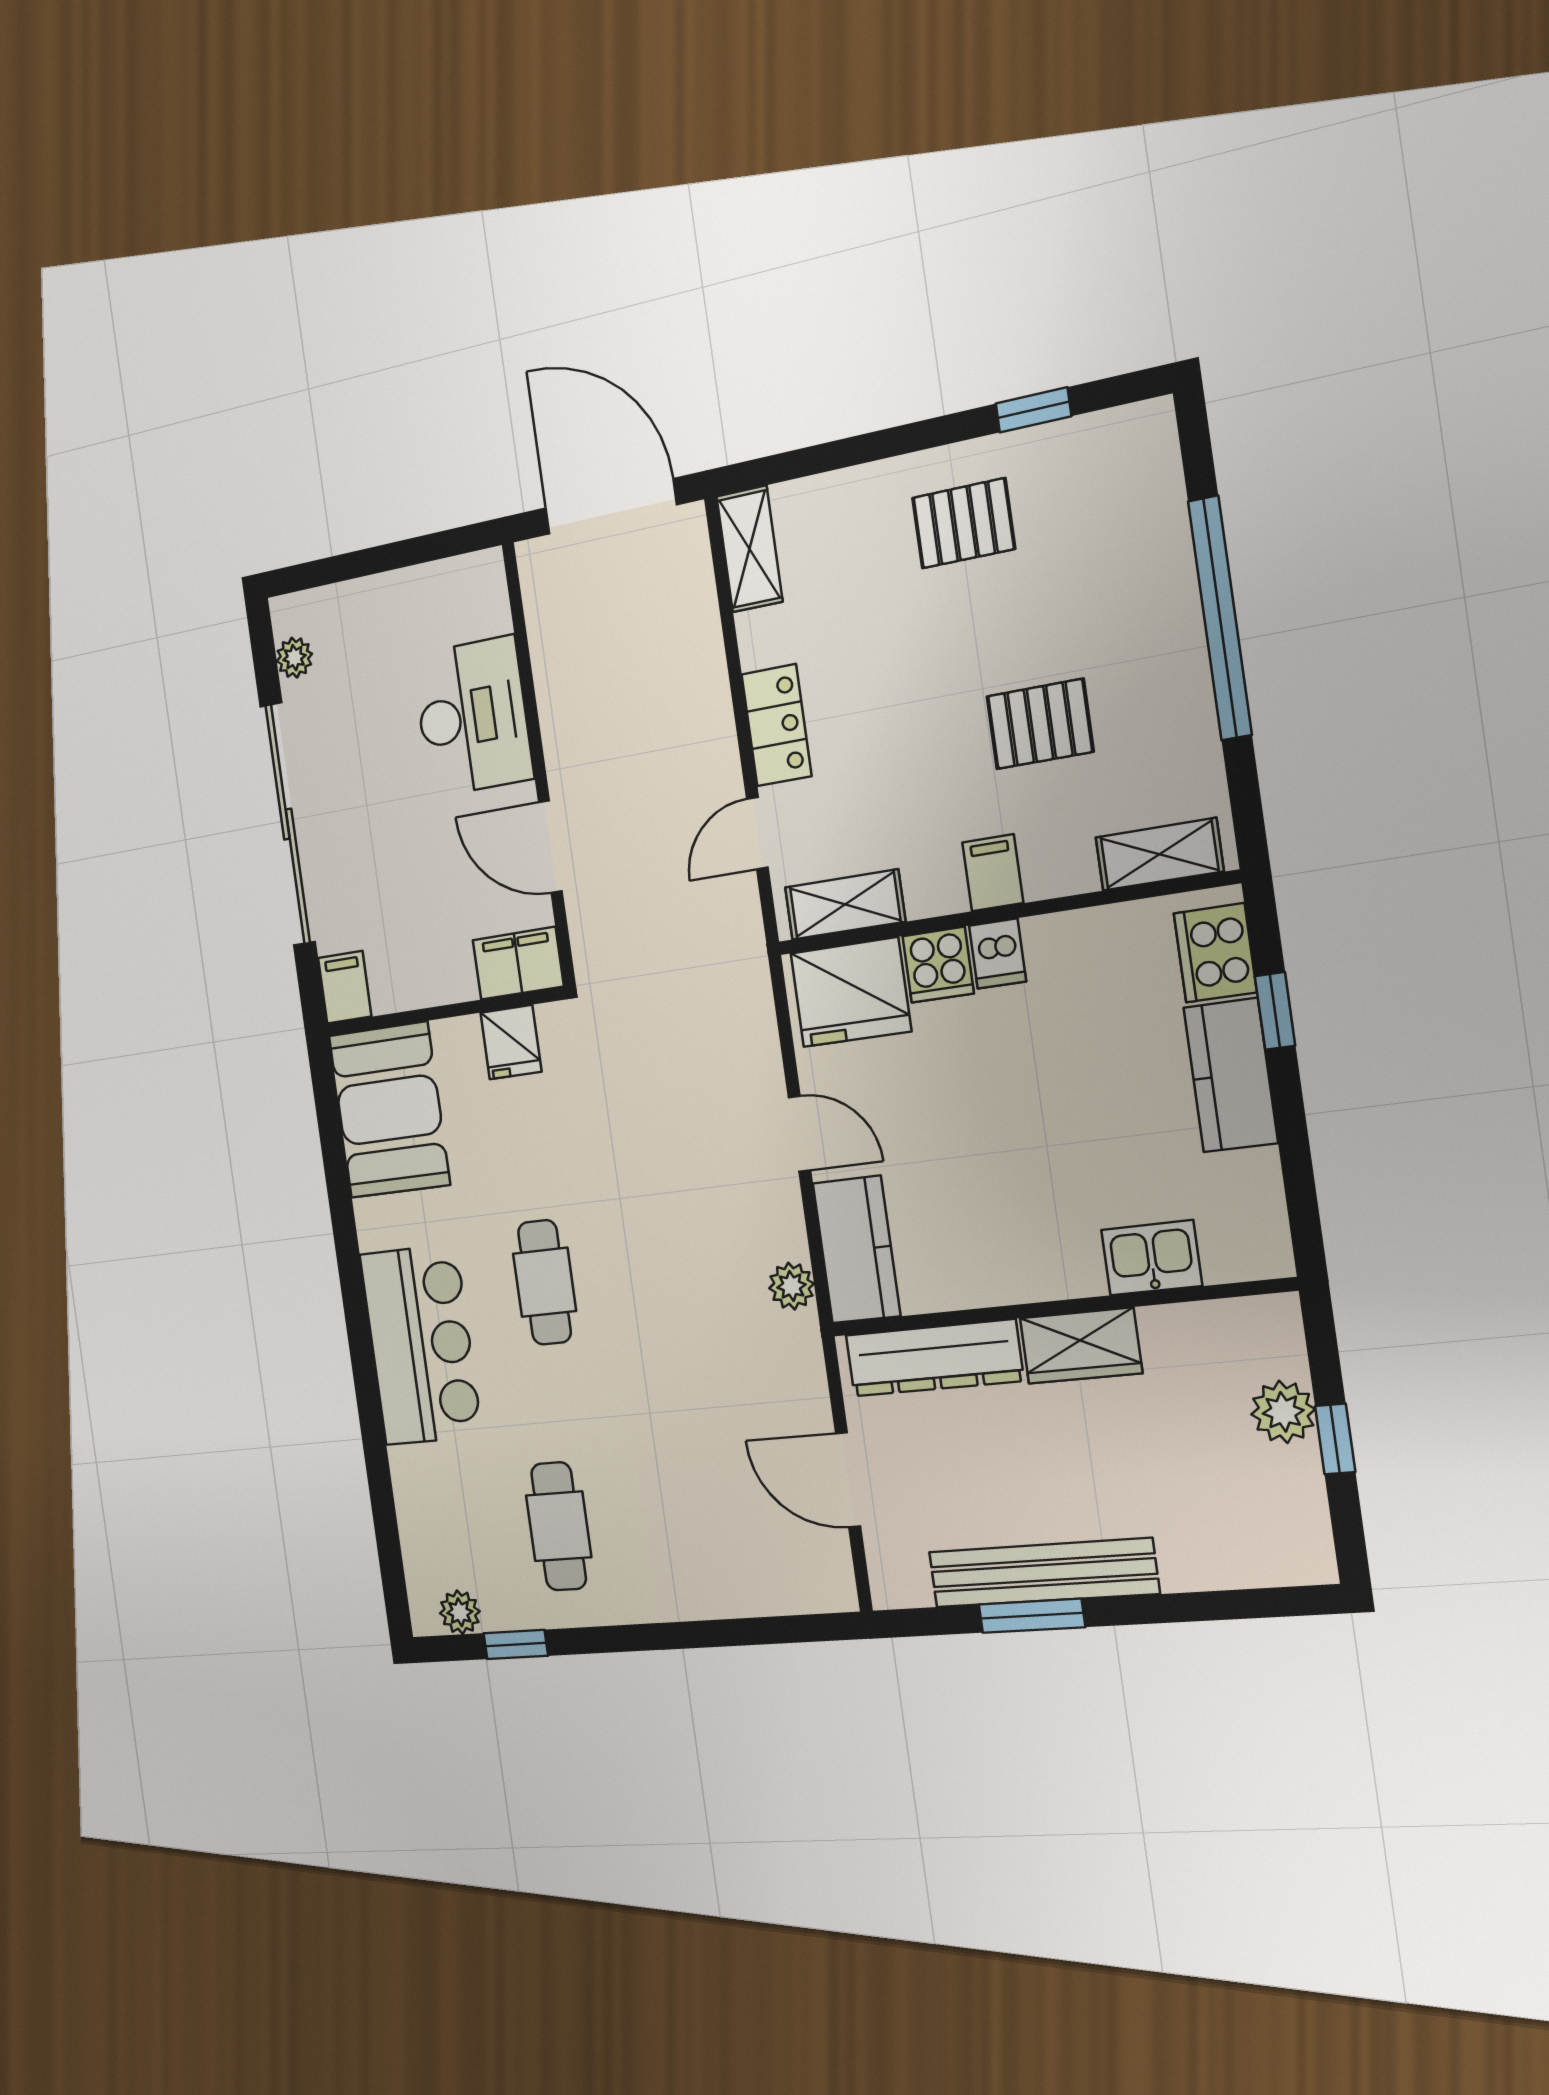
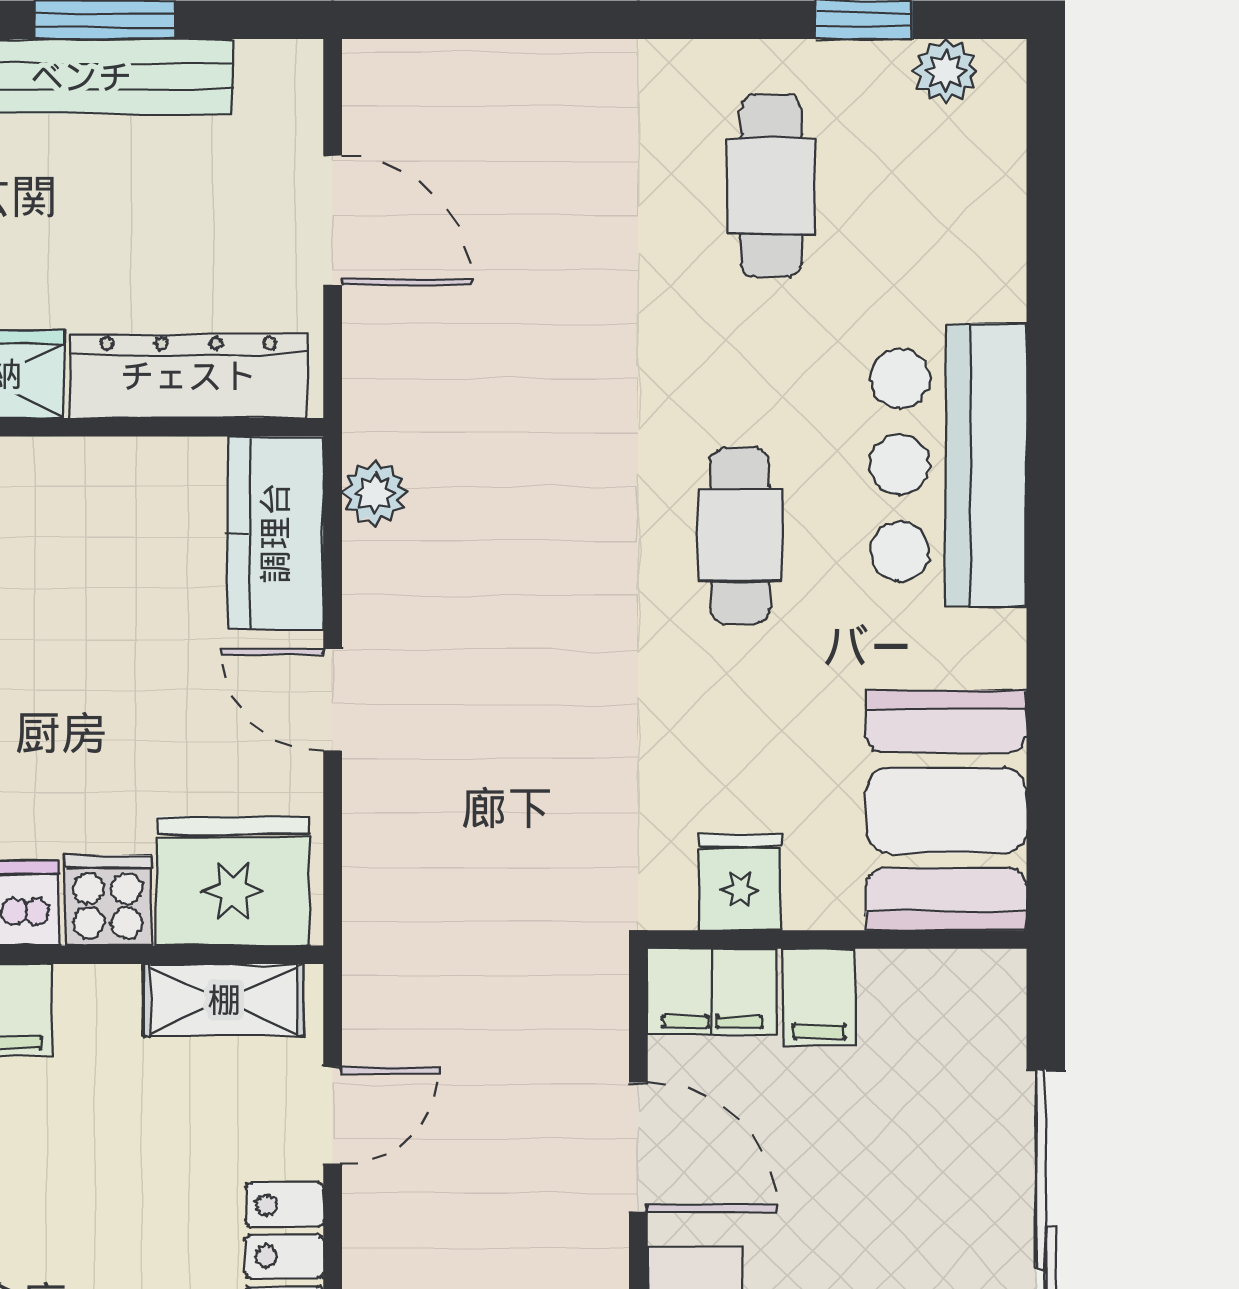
filing cabinet: (345, 987) -> (819, 997), moved

